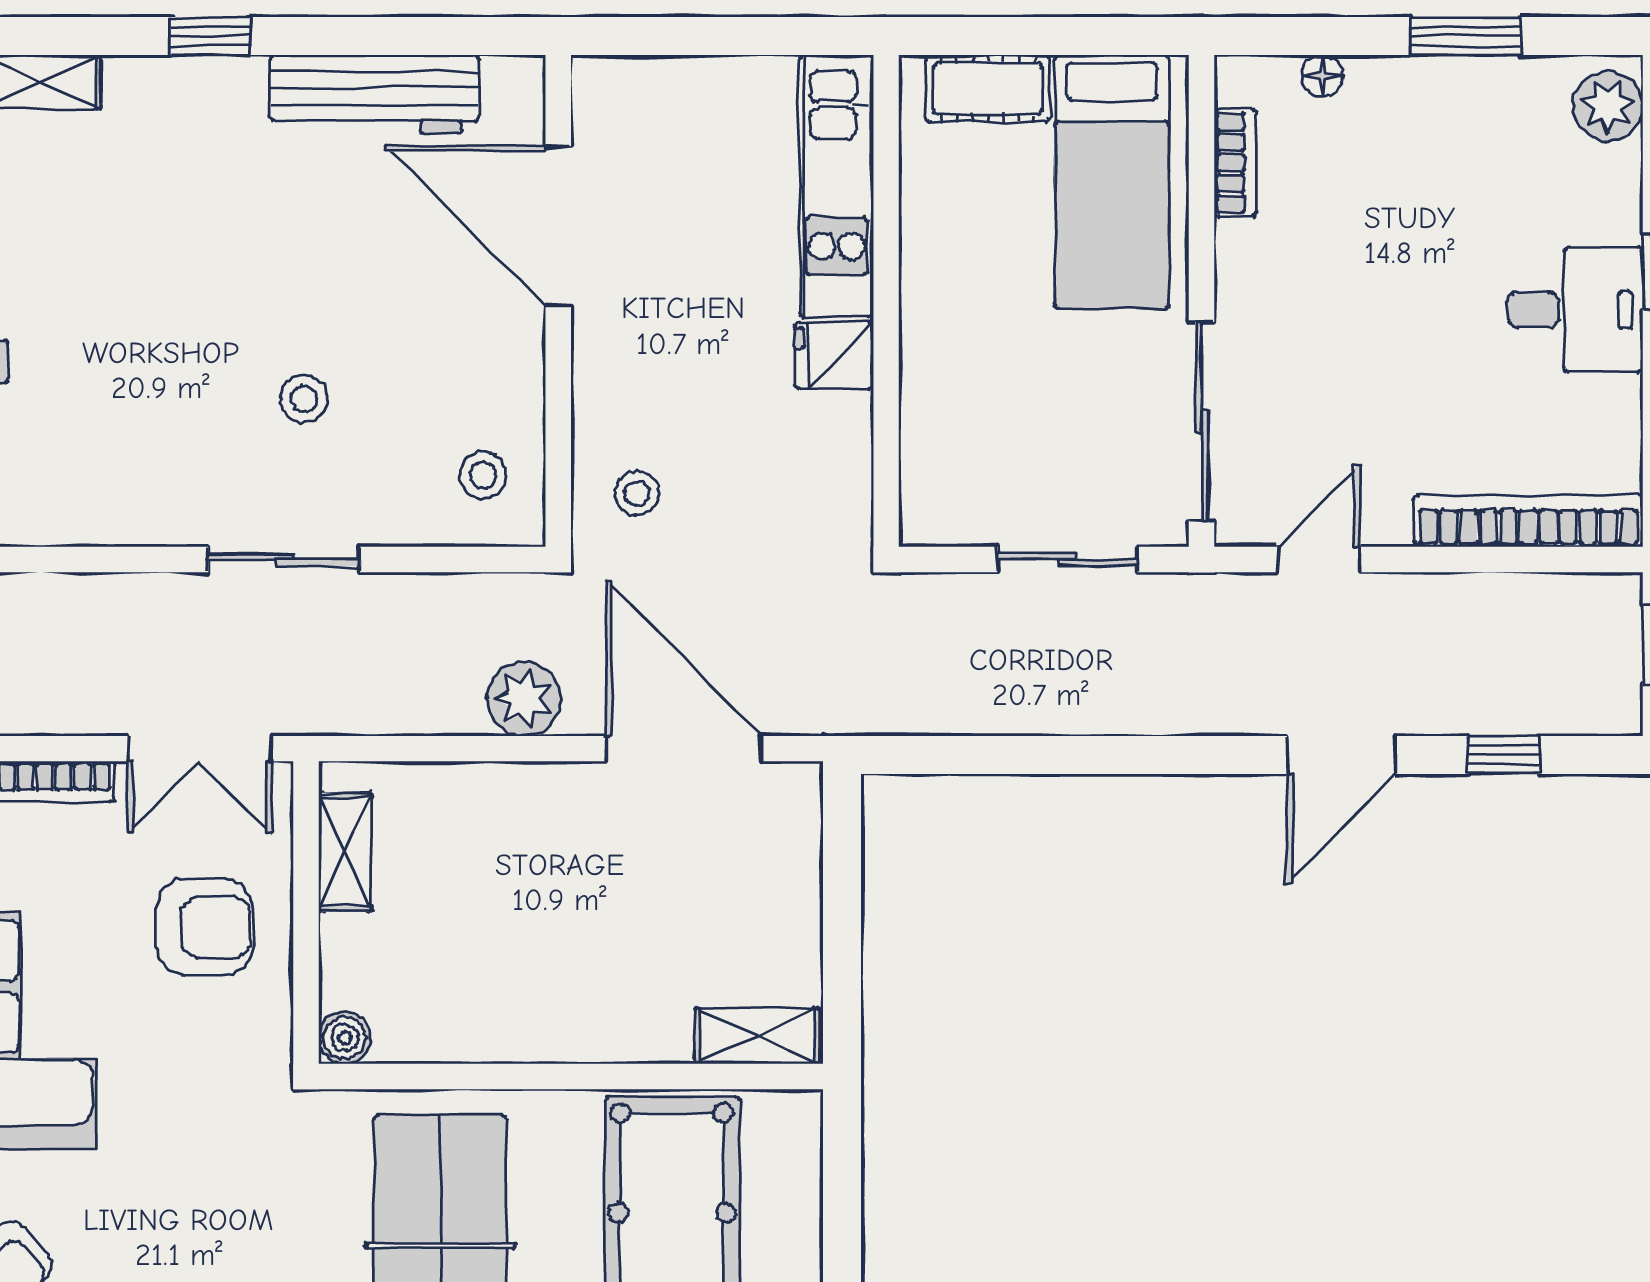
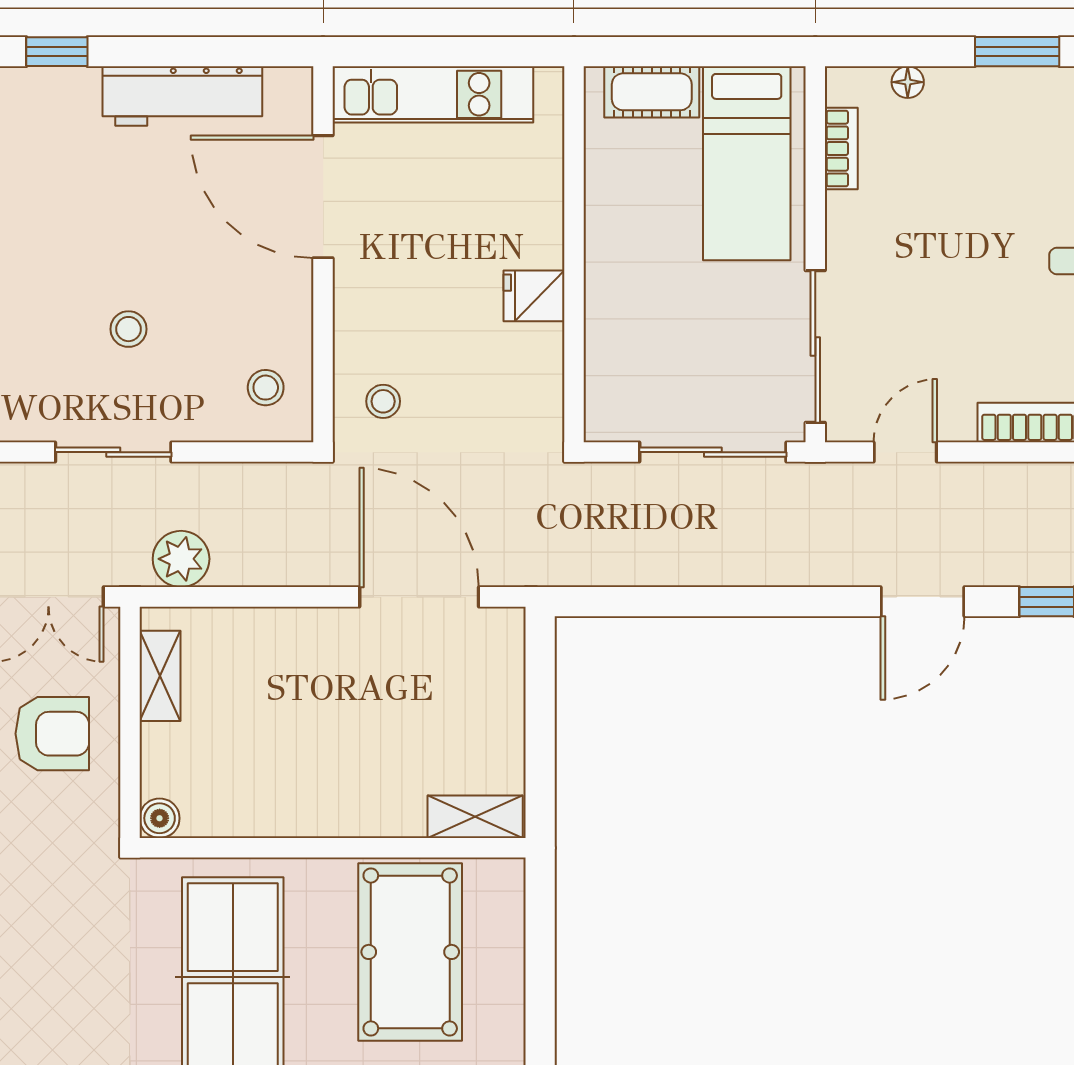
kitchen unit: (837, 186) -> (433, 94), moved, turned -90
sliding door: (1068, 559) -> (713, 452), width x1.37
plant: (524, 699) -> (181, 559), moved

